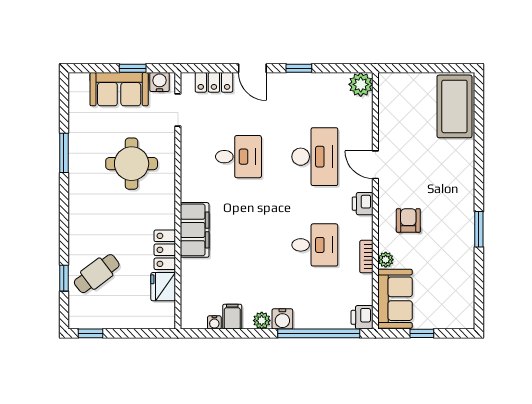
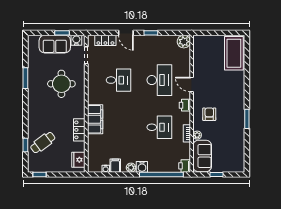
fridge: (163, 287) -> (78, 160), moved

